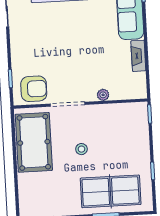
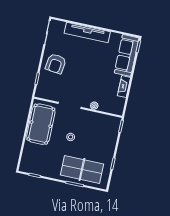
armchair: (34, 89) -> (56, 64), moved, turned 97

